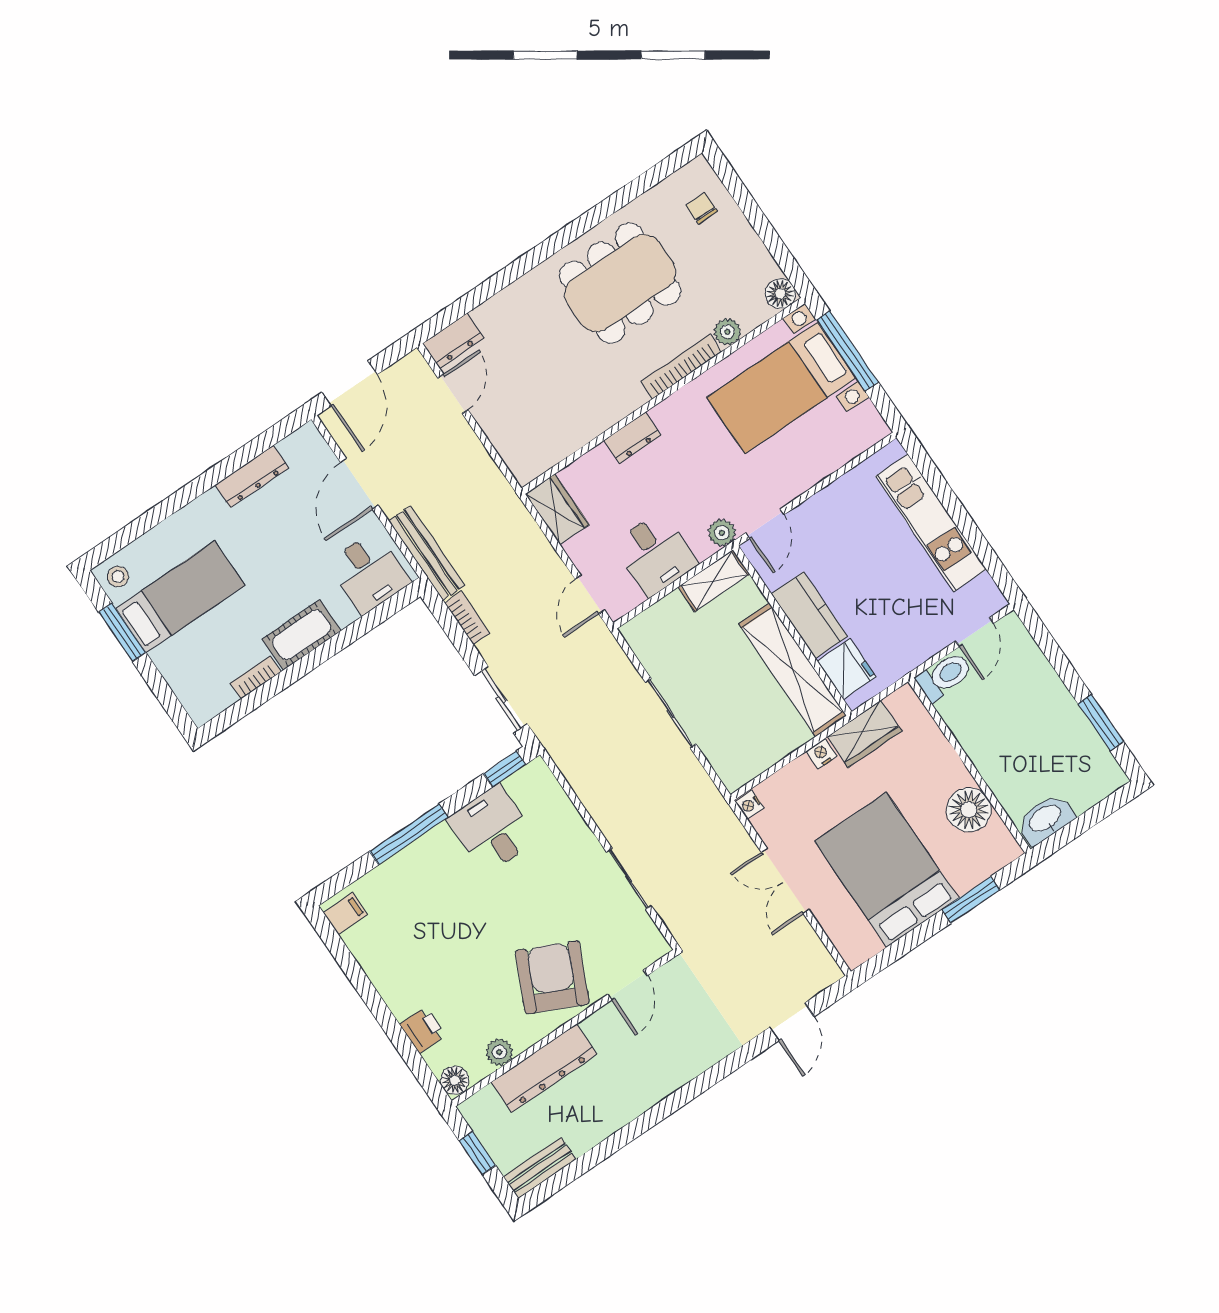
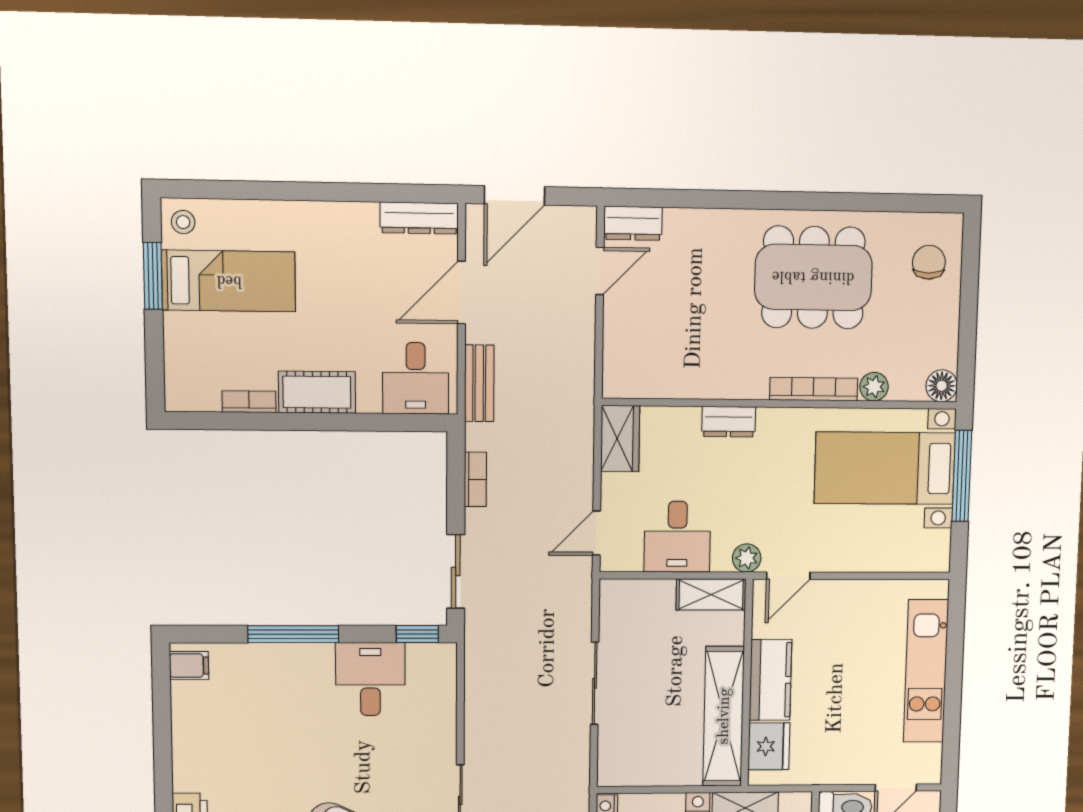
chair: (702, 208) -> (929, 262), width x1.37, depth x1.37
dresser: (252, 476) -> (419, 218), moved
bench: (427, 553) -> (479, 383), width x0.73

